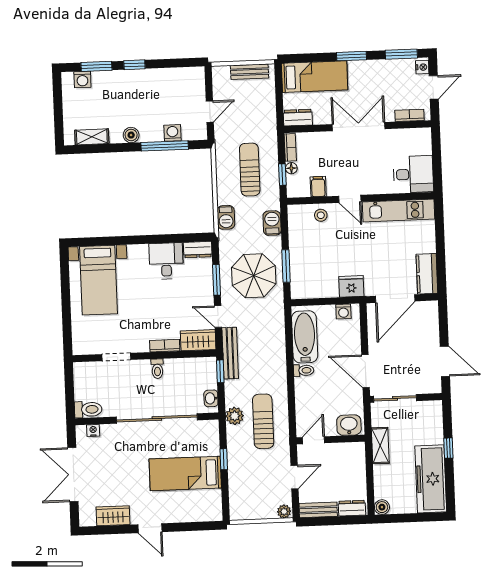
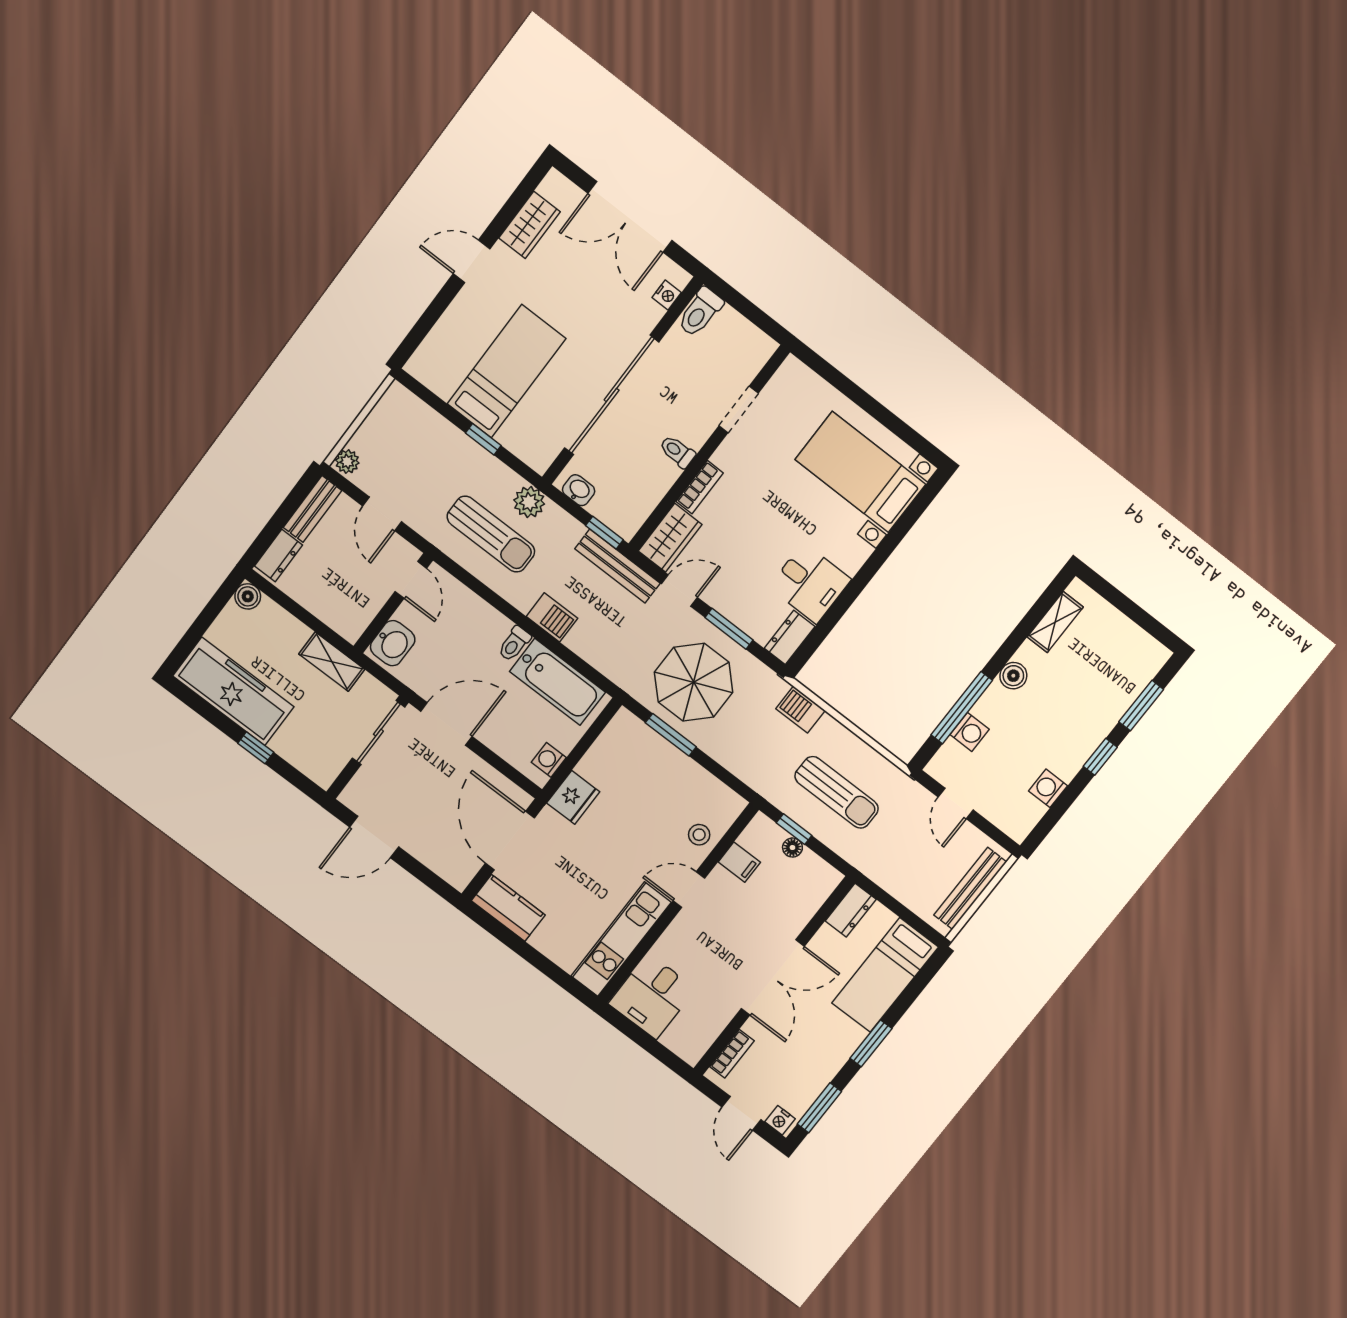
bench: (250, 72) -> (970, 888), width x1.36
washing machine: (82, 79) -> (1048, 788), moved
bookcase: (290, 147) -> (821, 869), removed
barbecue: (272, 223) -> (552, 617), moved
double door: (73, 474) -> (630, 217), swing flipped

